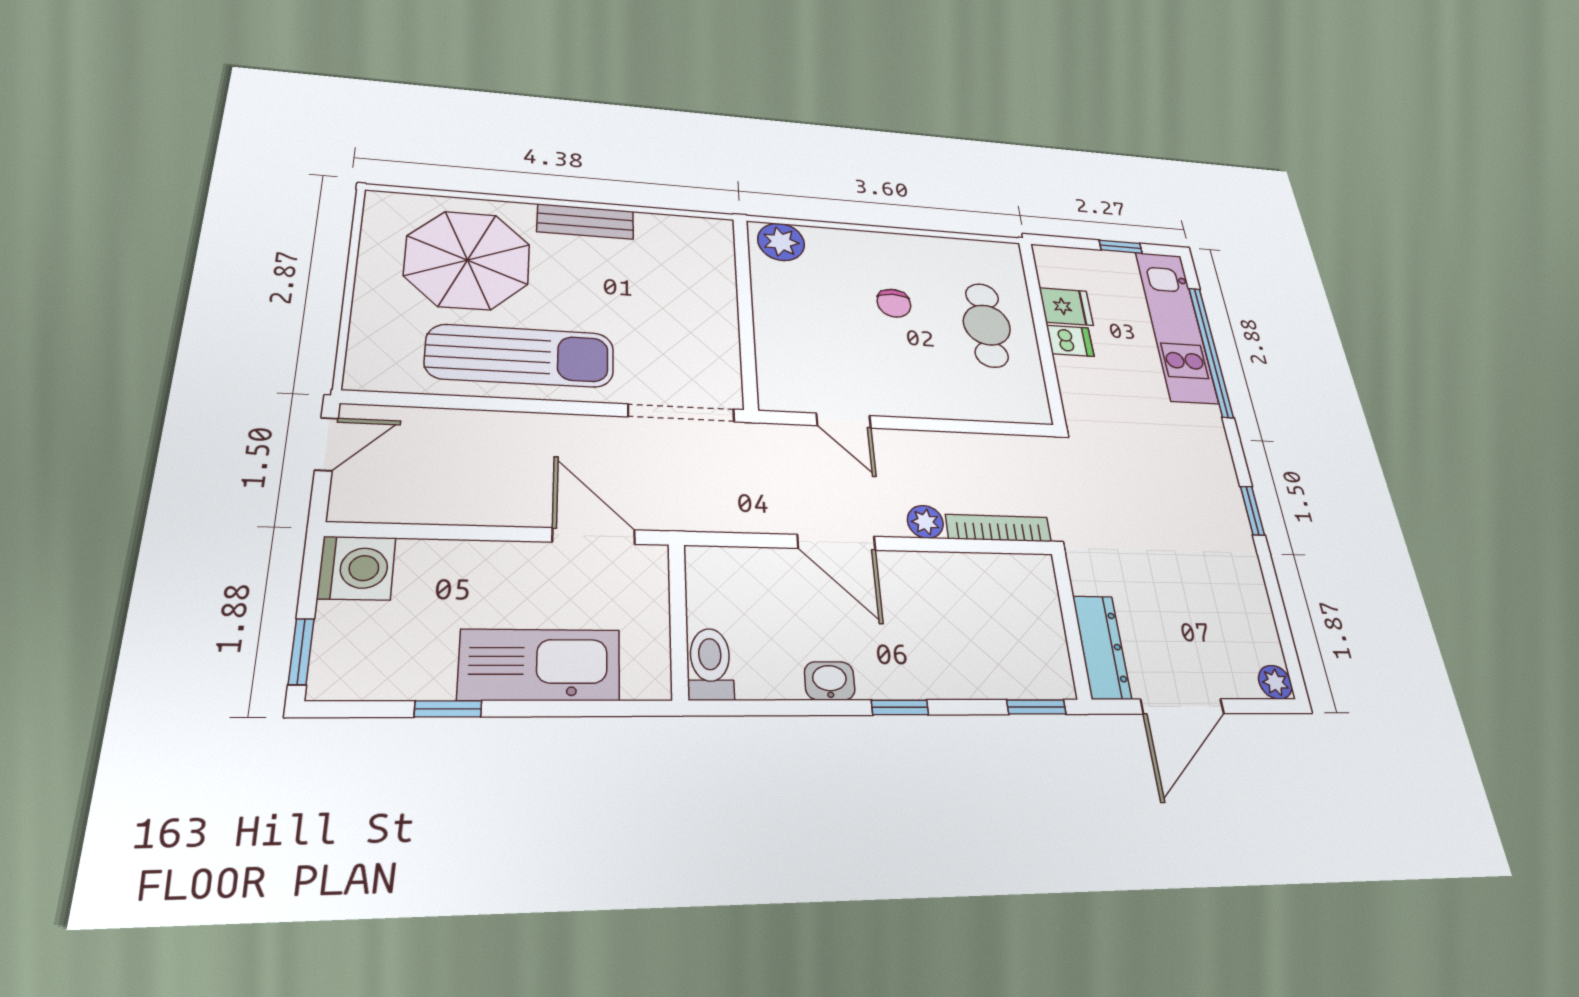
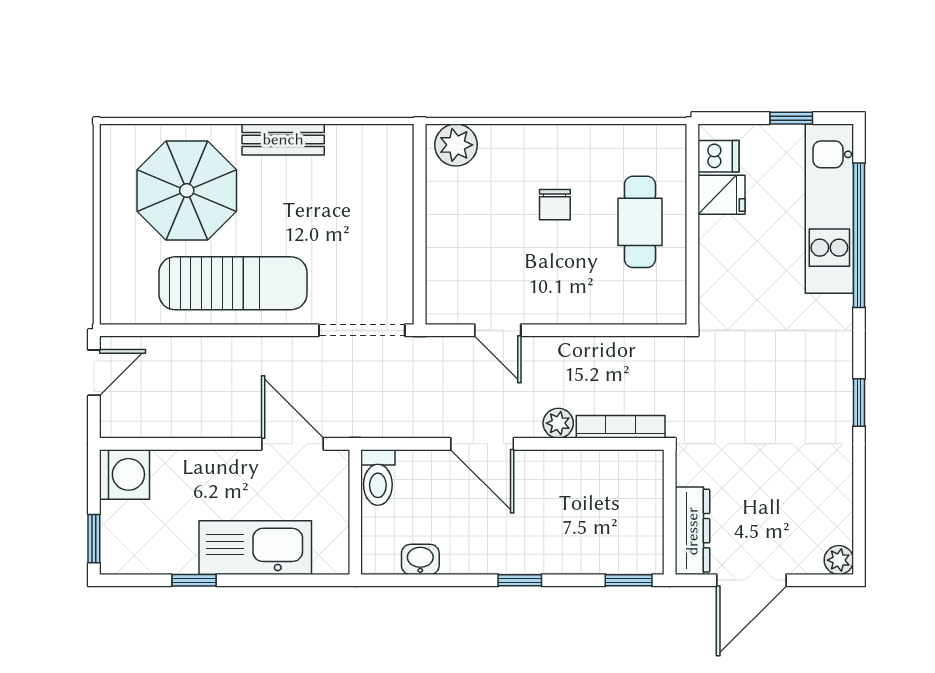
dishwasher: (1070, 341) -> (718, 156), moved
toilet: (710, 664) -> (378, 477), moved, turned 180
washbasin: (830, 681) -> (420, 559), moved

